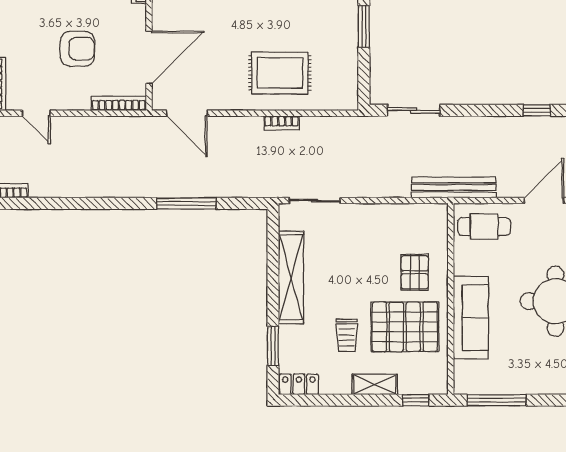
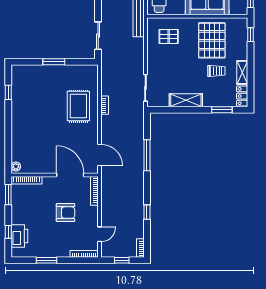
armchair: (77, 49) -> (66, 213), turned 90
door: (187, 113) -> (99, 155), hinge flipped
window: (78, 203) -> (147, 212), added
pallet: (415, 272) -> (169, 36), moved
shelving: (291, 277) -> (186, 100), width x0.68
shelving: (375, 384) -> (242, 72), moved

